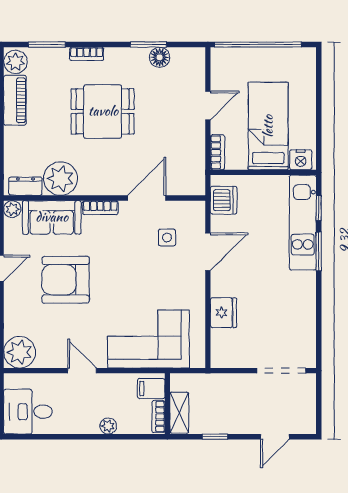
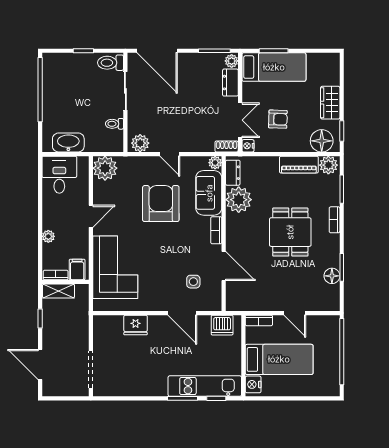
door: (275, 437) -> (40, 365), width x1.38

